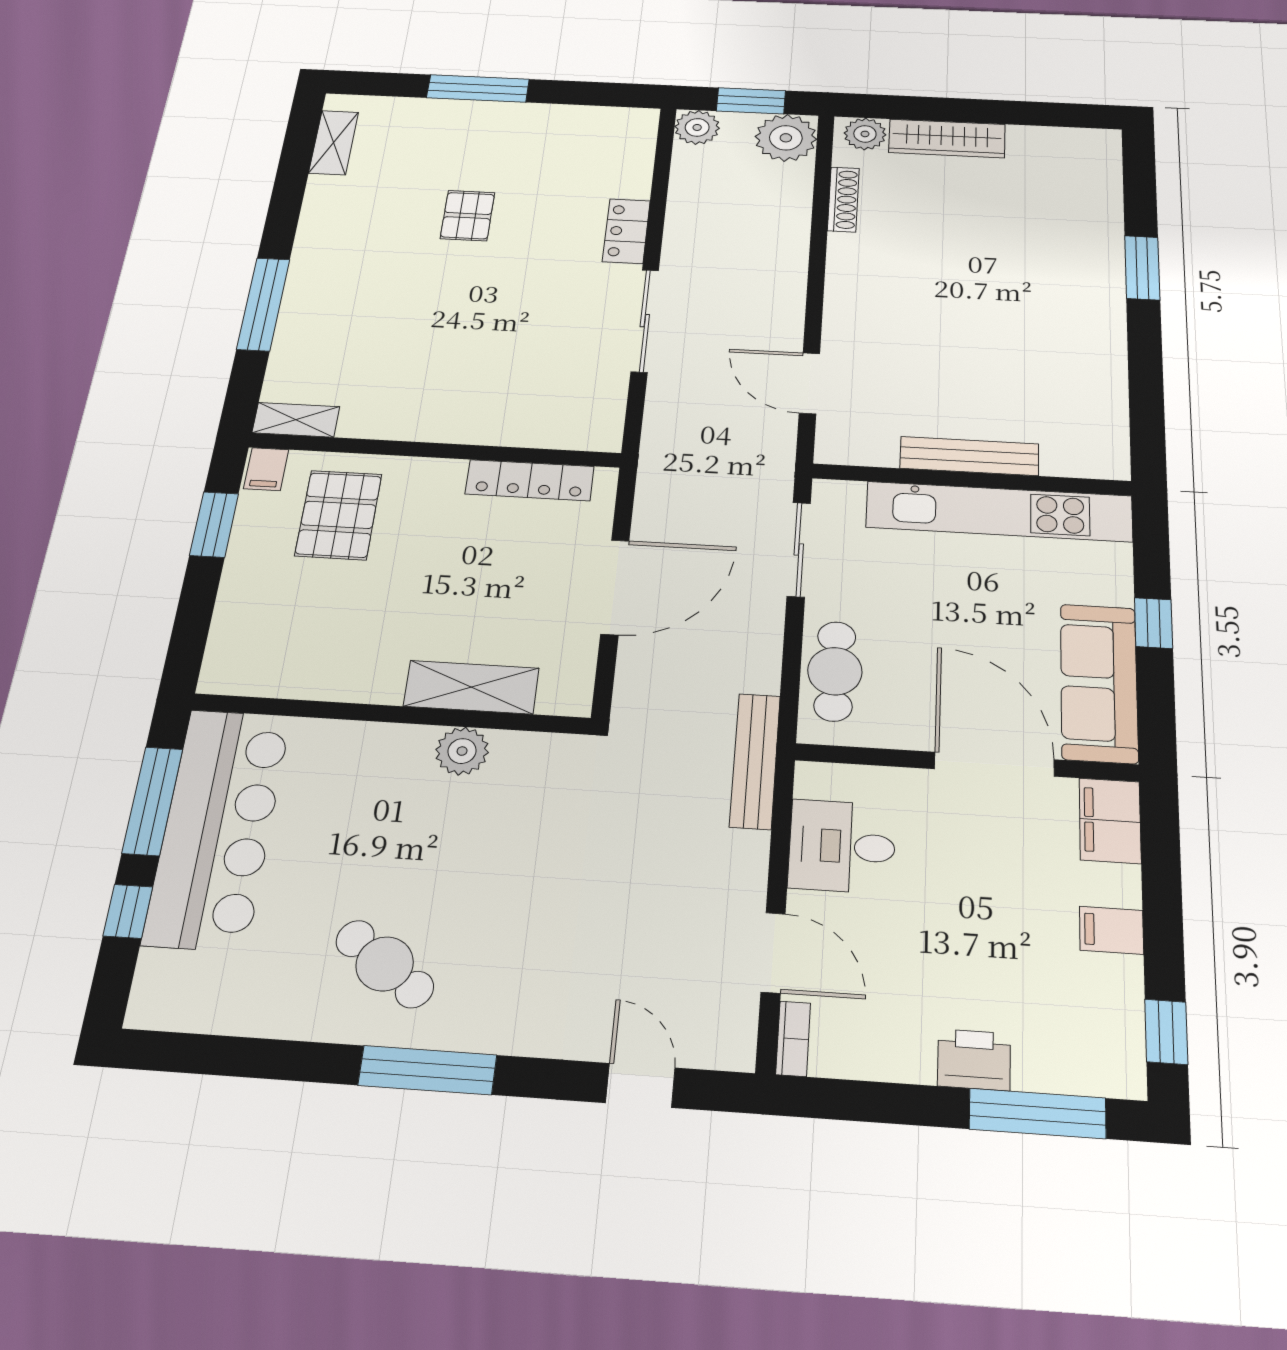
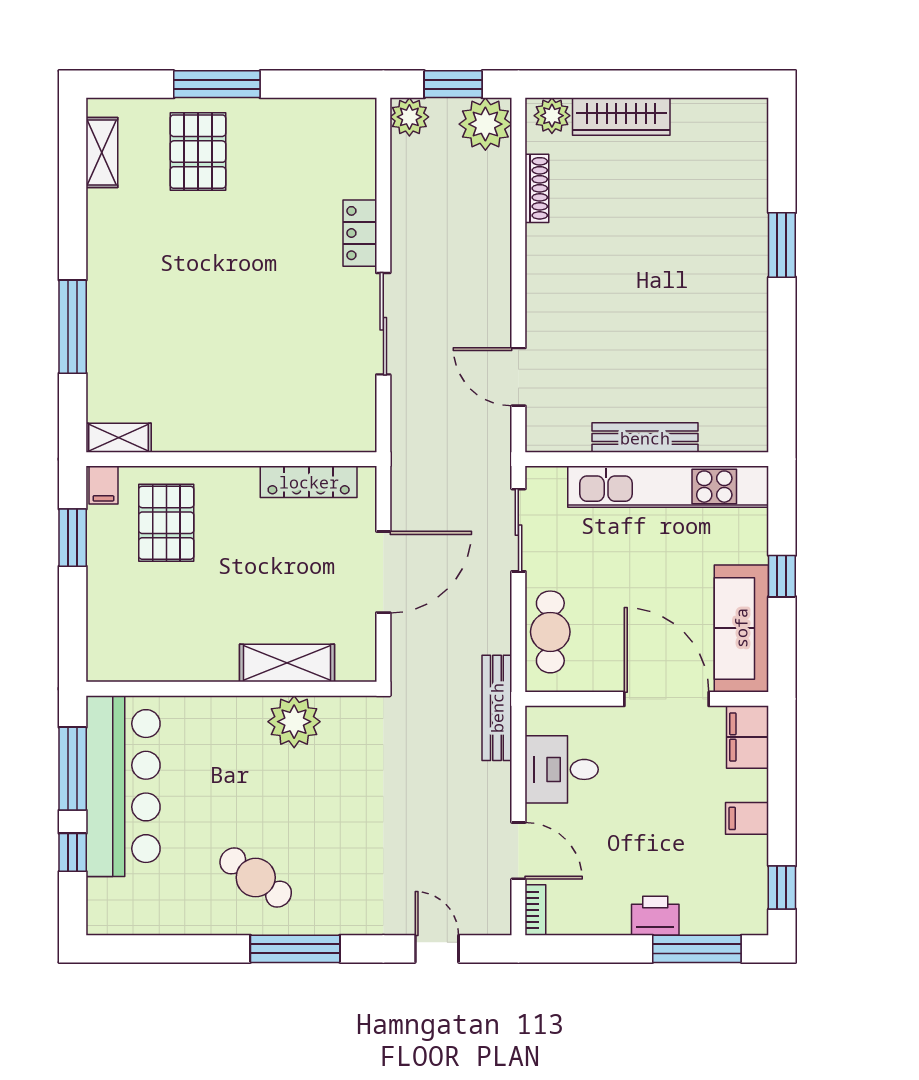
pallet: (467, 216) -> (198, 152), moved, width x1.50, depth x1.42
plant: (462, 751) -> (294, 722), width x1.36, depth x1.36

